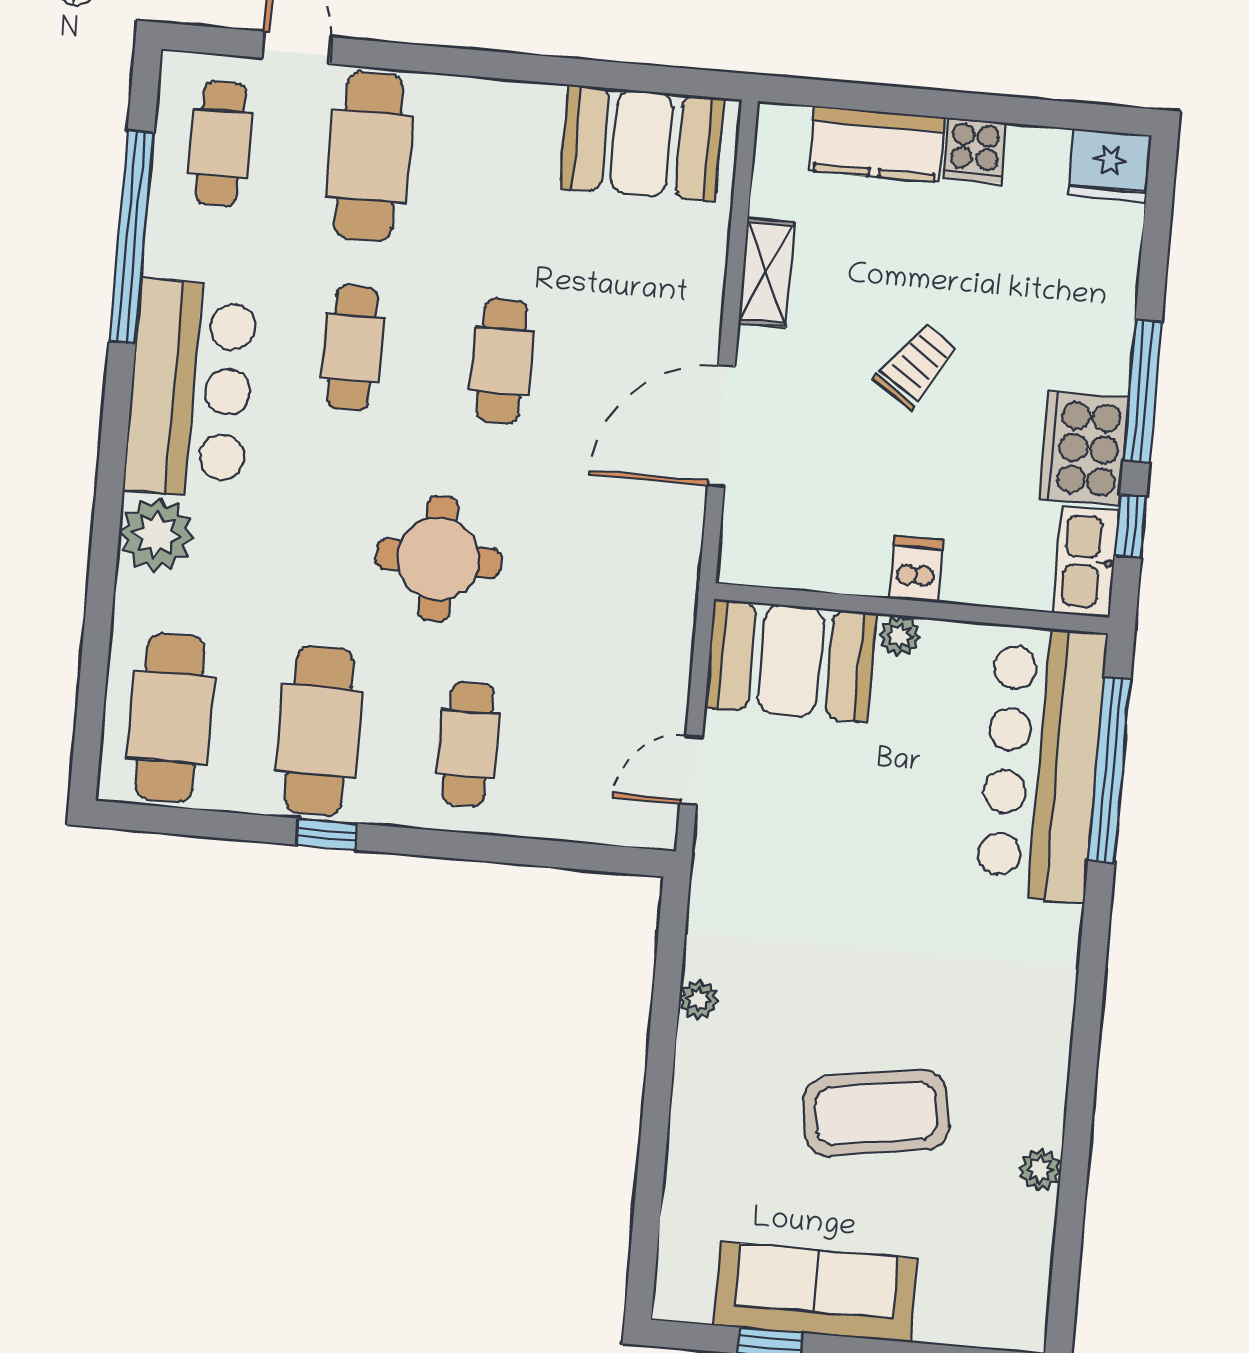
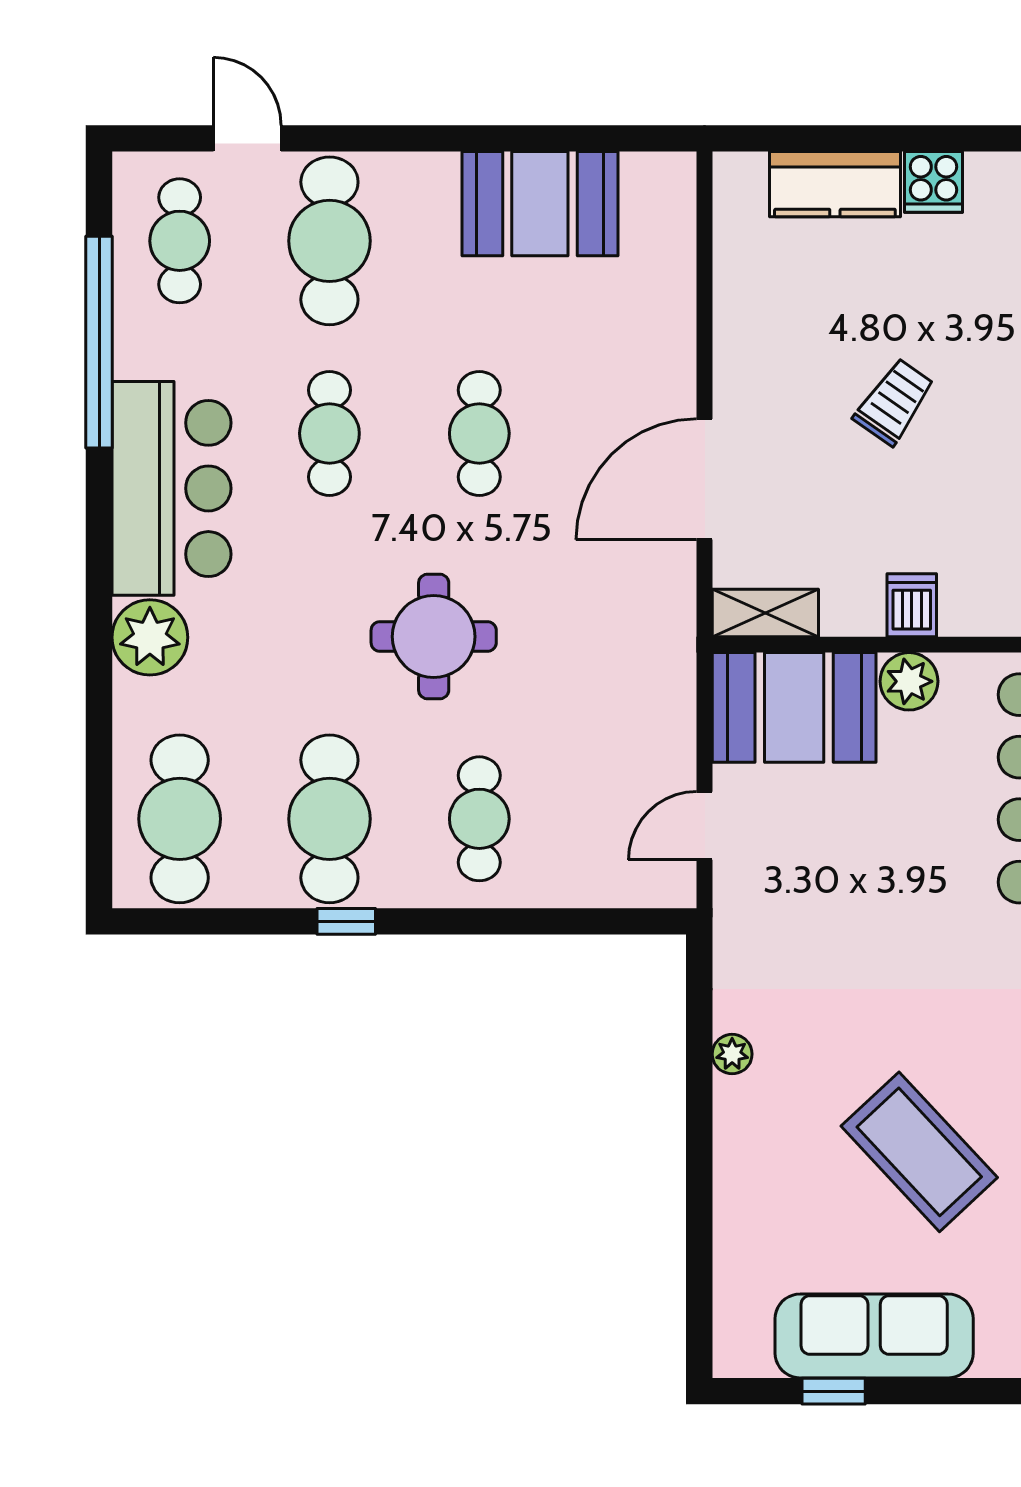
booth: (642, 143) -> (540, 204), moved
shelving: (766, 273) -> (765, 613), moved, turned 90
plant: (900, 636) -> (909, 681), width x1.38, depth x1.38
coffee table: (876, 1113) -> (919, 1152), turned 56

